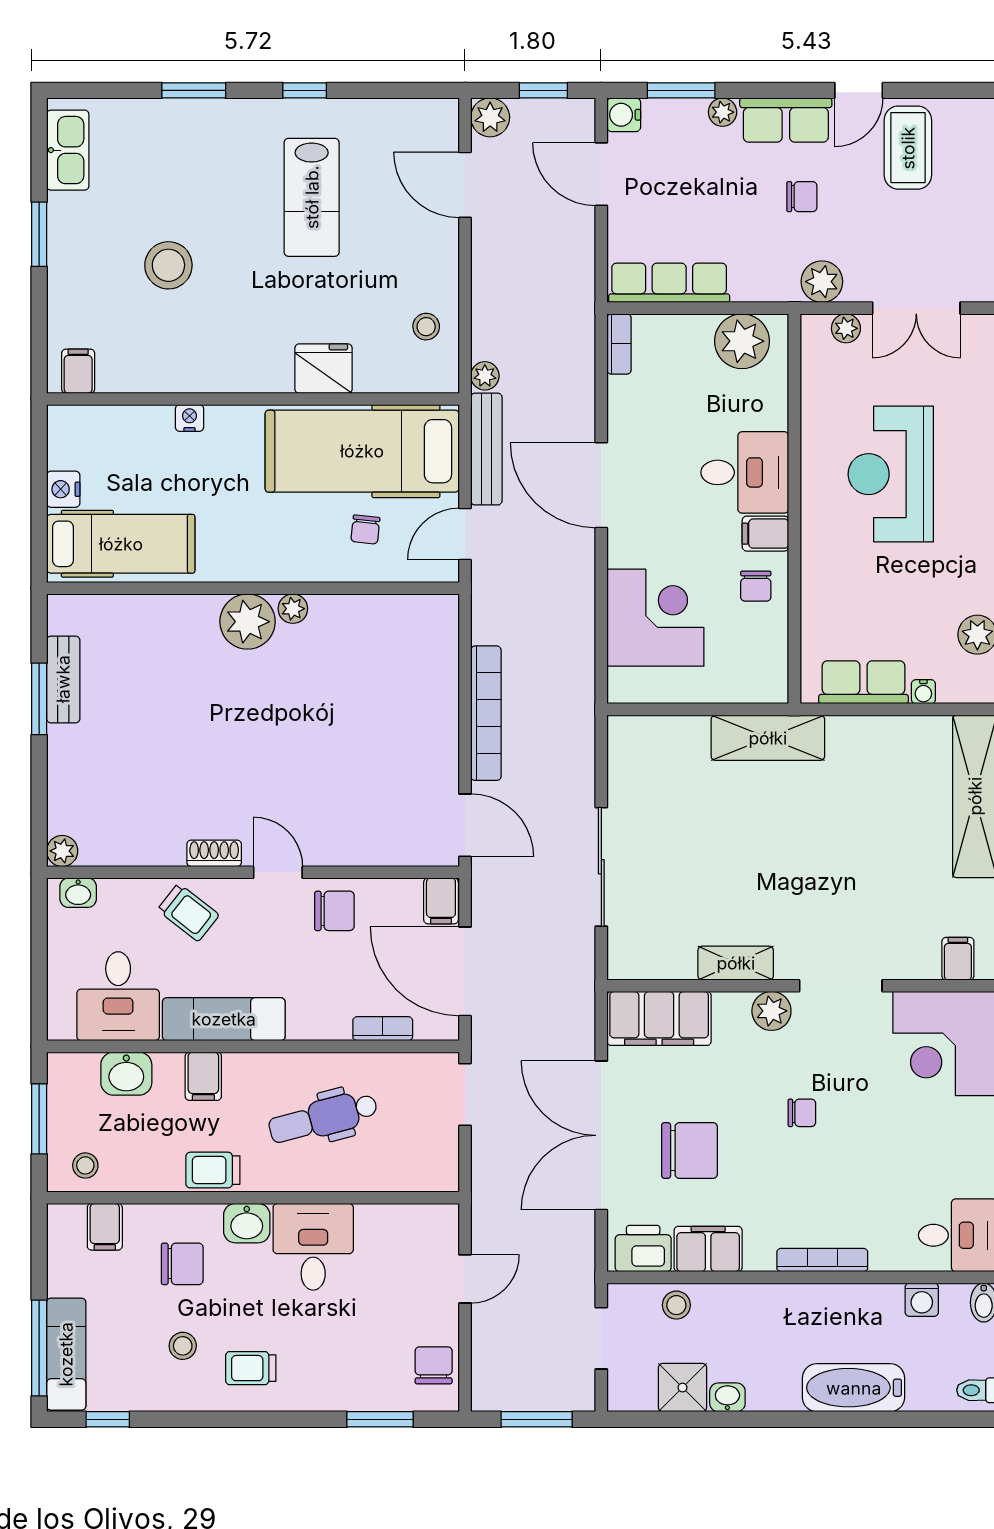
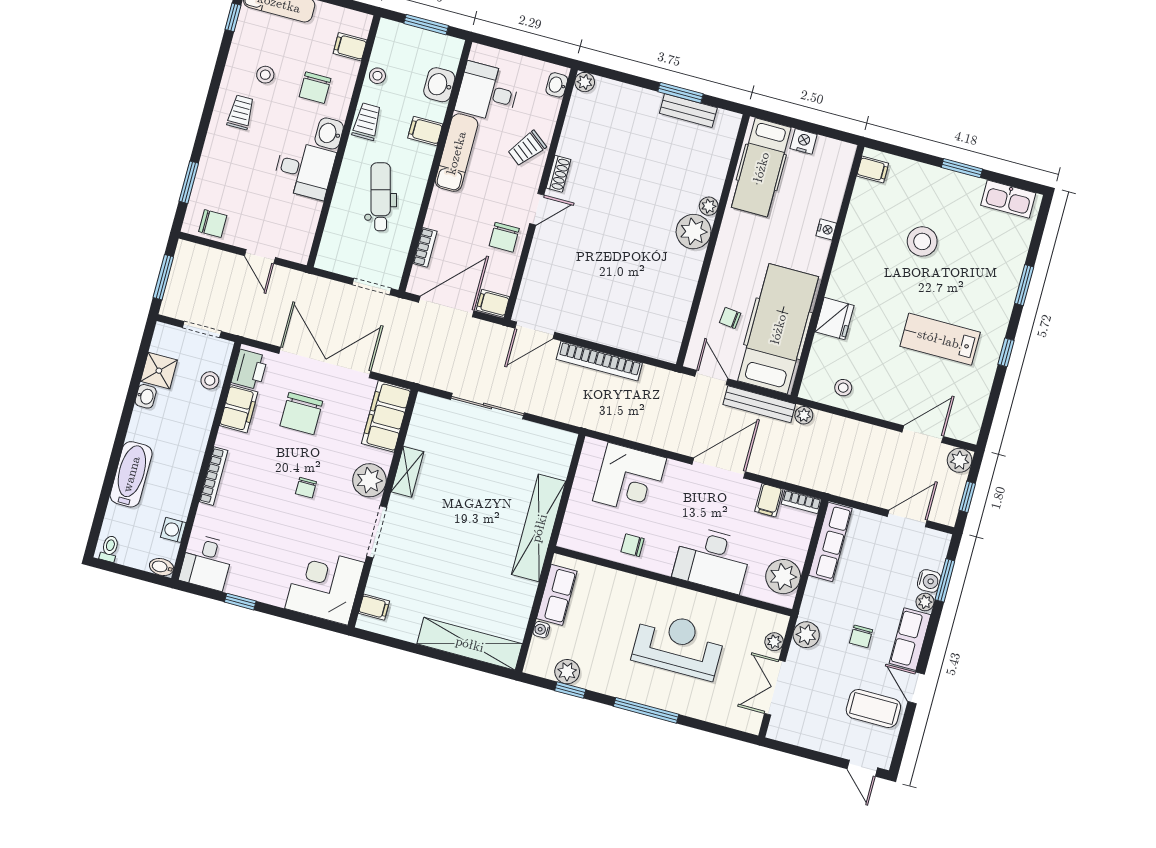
water cooler: (624, 115) -> (929, 581), moved, turned 90
desk: (745, 472) -> (712, 559), width x1.37
filing cabinet: (765, 534) -> (769, 500), moved, turned 180
plant: (293, 609) -> (709, 206), moved
shelving: (768, 738) -> (539, 528), width x1.47
plant: (771, 1011) -> (369, 480), width x1.36, depth x1.36
stool: (85, 1165) -> (377, 76), moved

